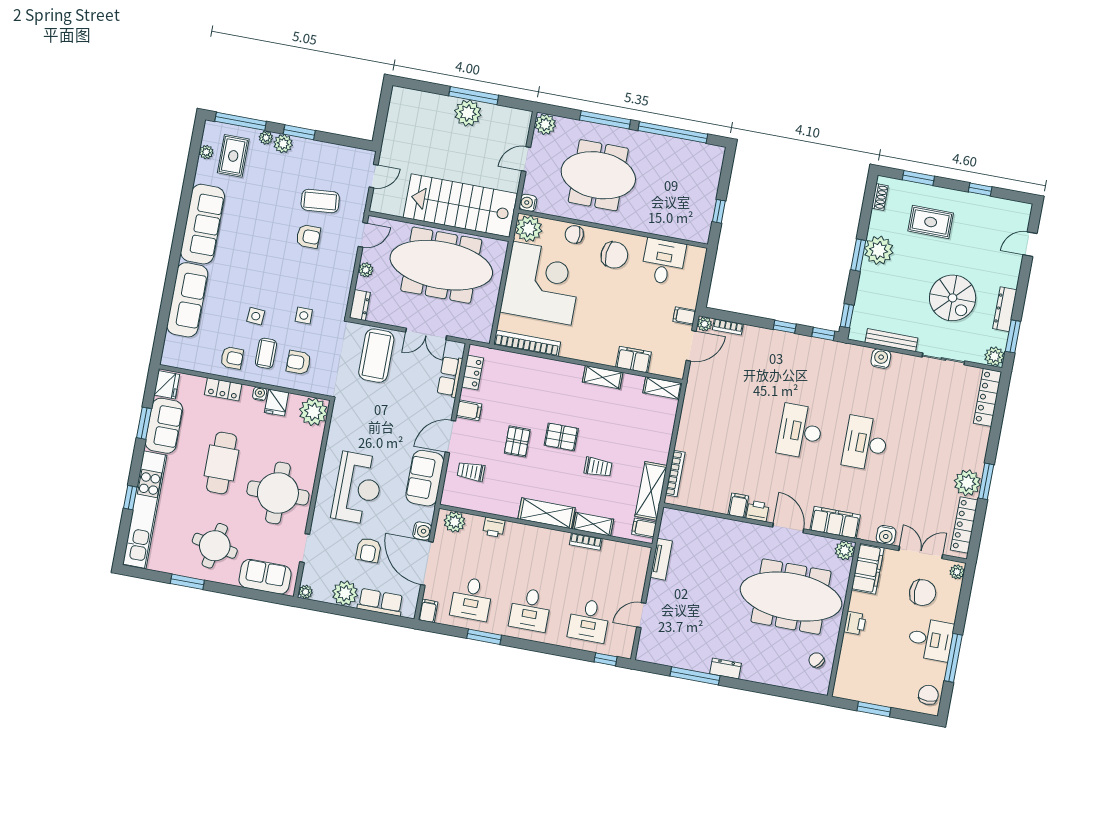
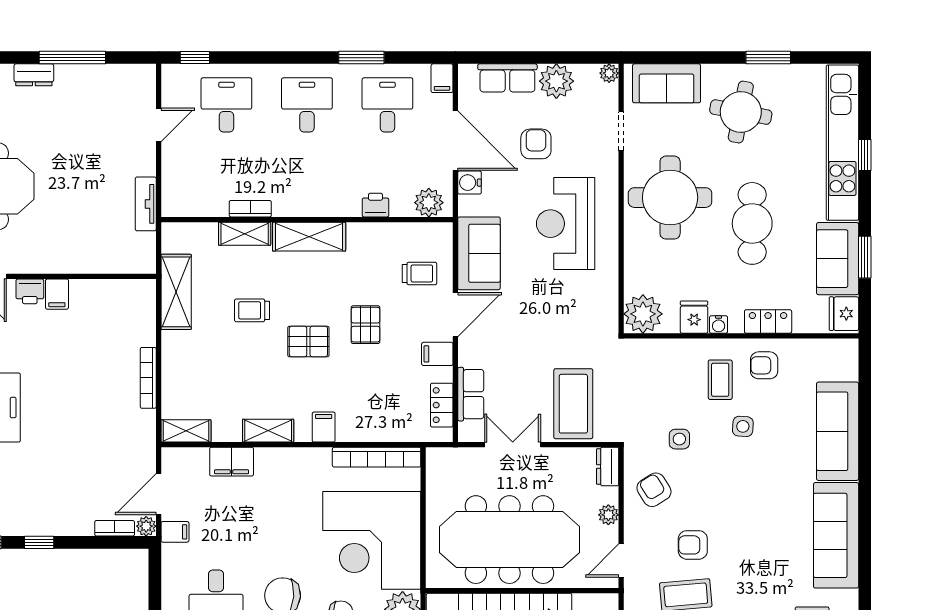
armchair: (299, 362) -> (654, 490), moved, turned -122
bookcase: (675, 474) -> (148, 378), moved
filing cabinet: (644, 528) -> (324, 427), moved, turned -90

